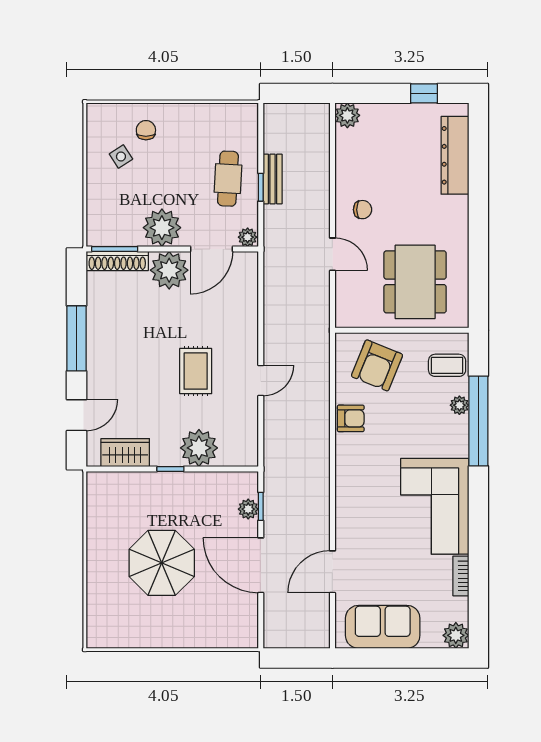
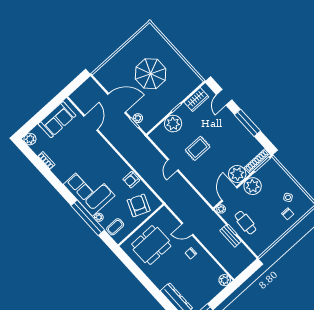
dining table: (415, 282) -> (151, 245), turned 90
rug: (196, 371) -> (198, 148), turned 90
corner sofa: (435, 506) -> (89, 190), moved

